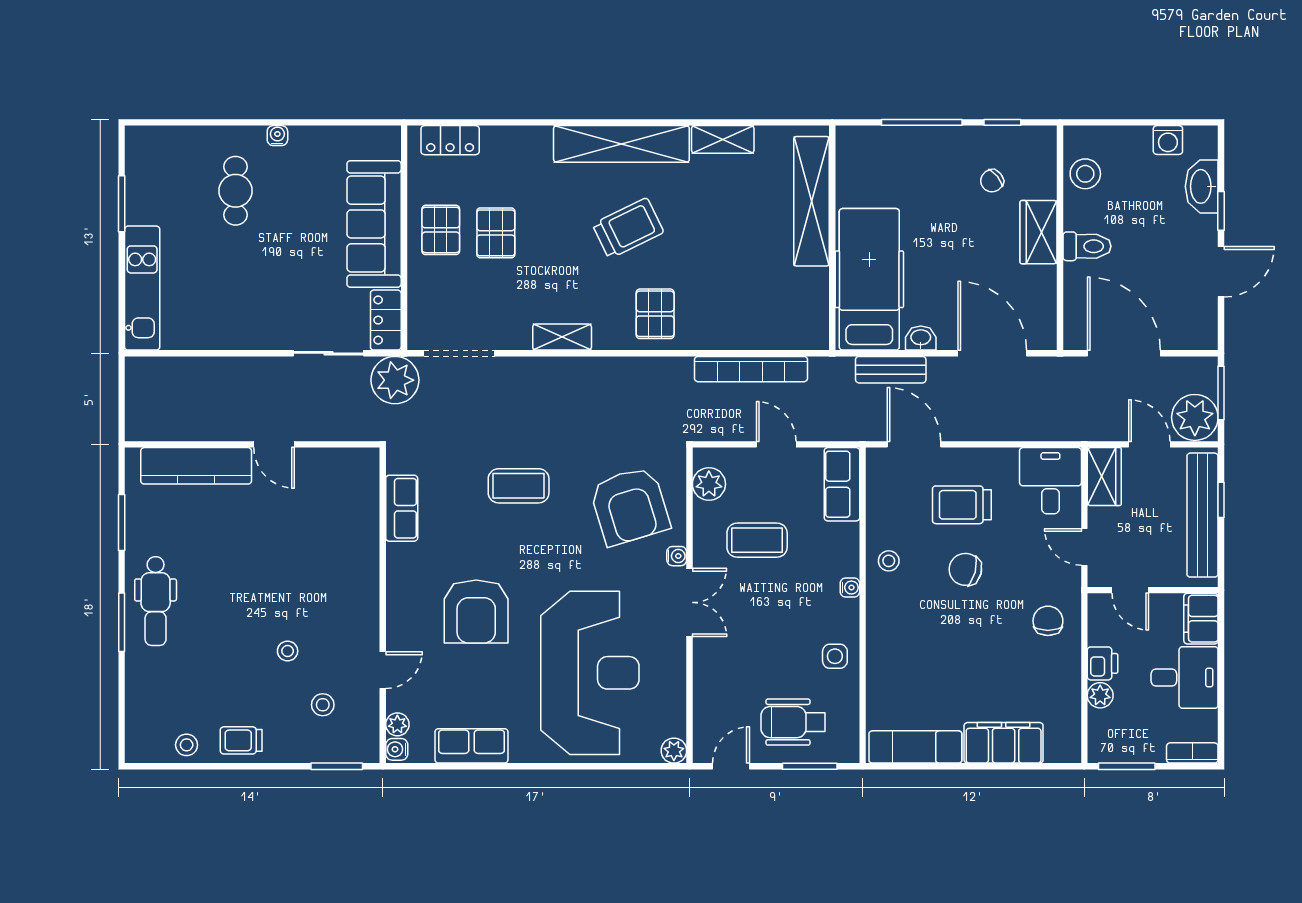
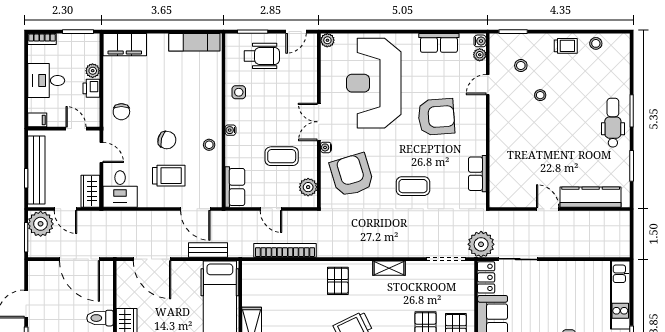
washbasin: (921, 338) -> (191, 267), removed
armchair: (476, 612) -> (436, 117), turned 86
filing cabinet: (1201, 619) -> (37, 120), width x0.50
filing cabinet: (1004, 743) -> (125, 45), moved

